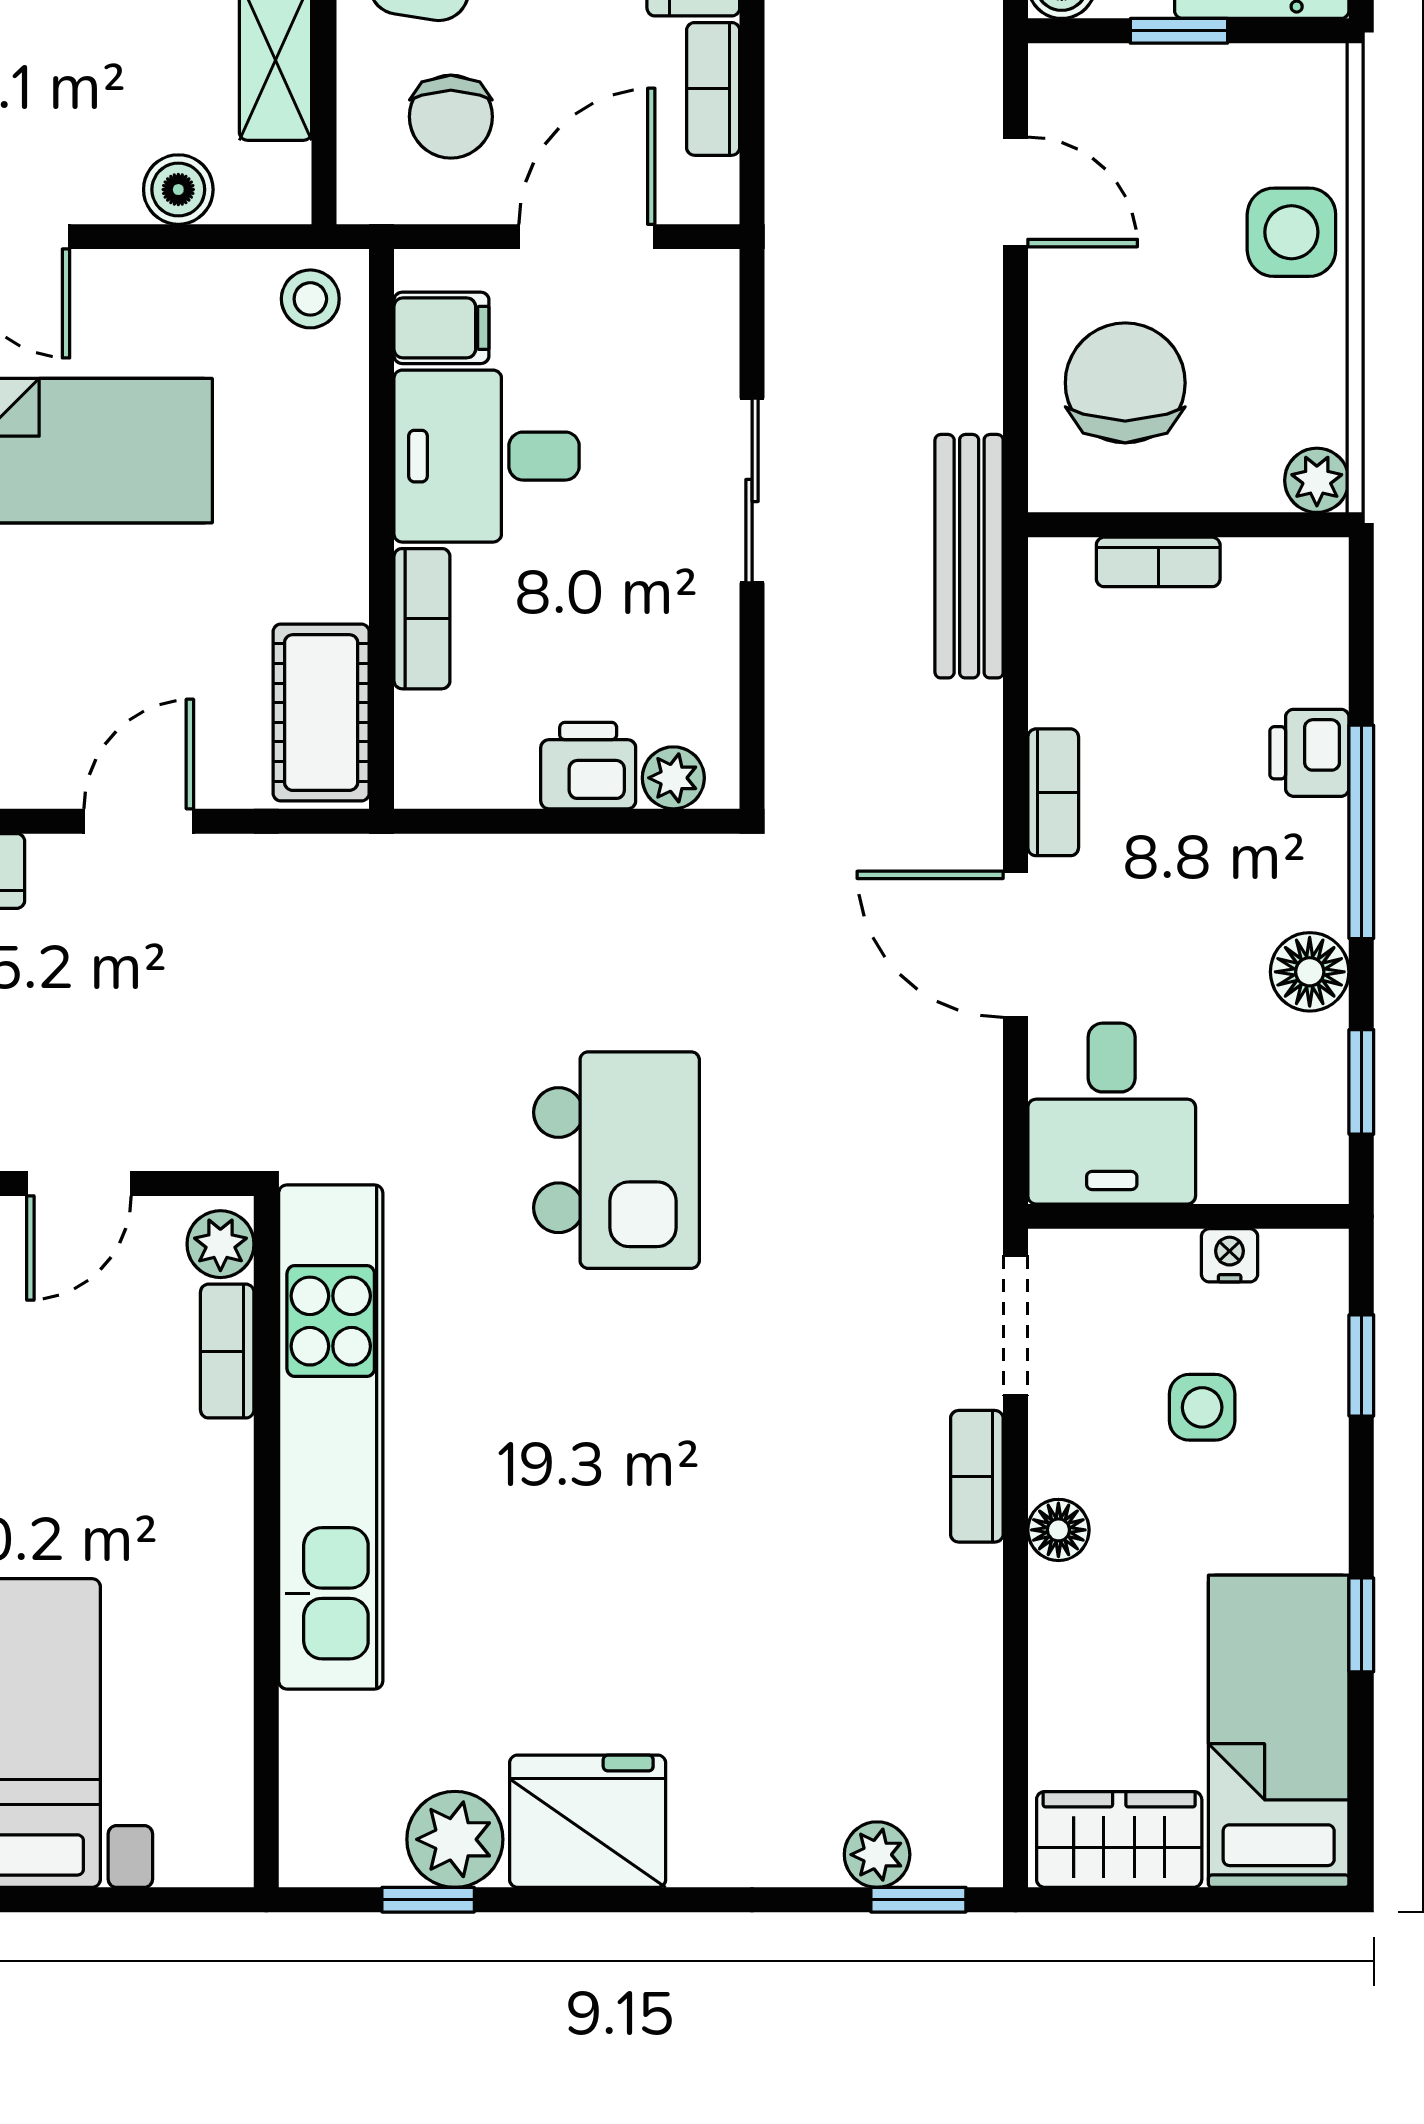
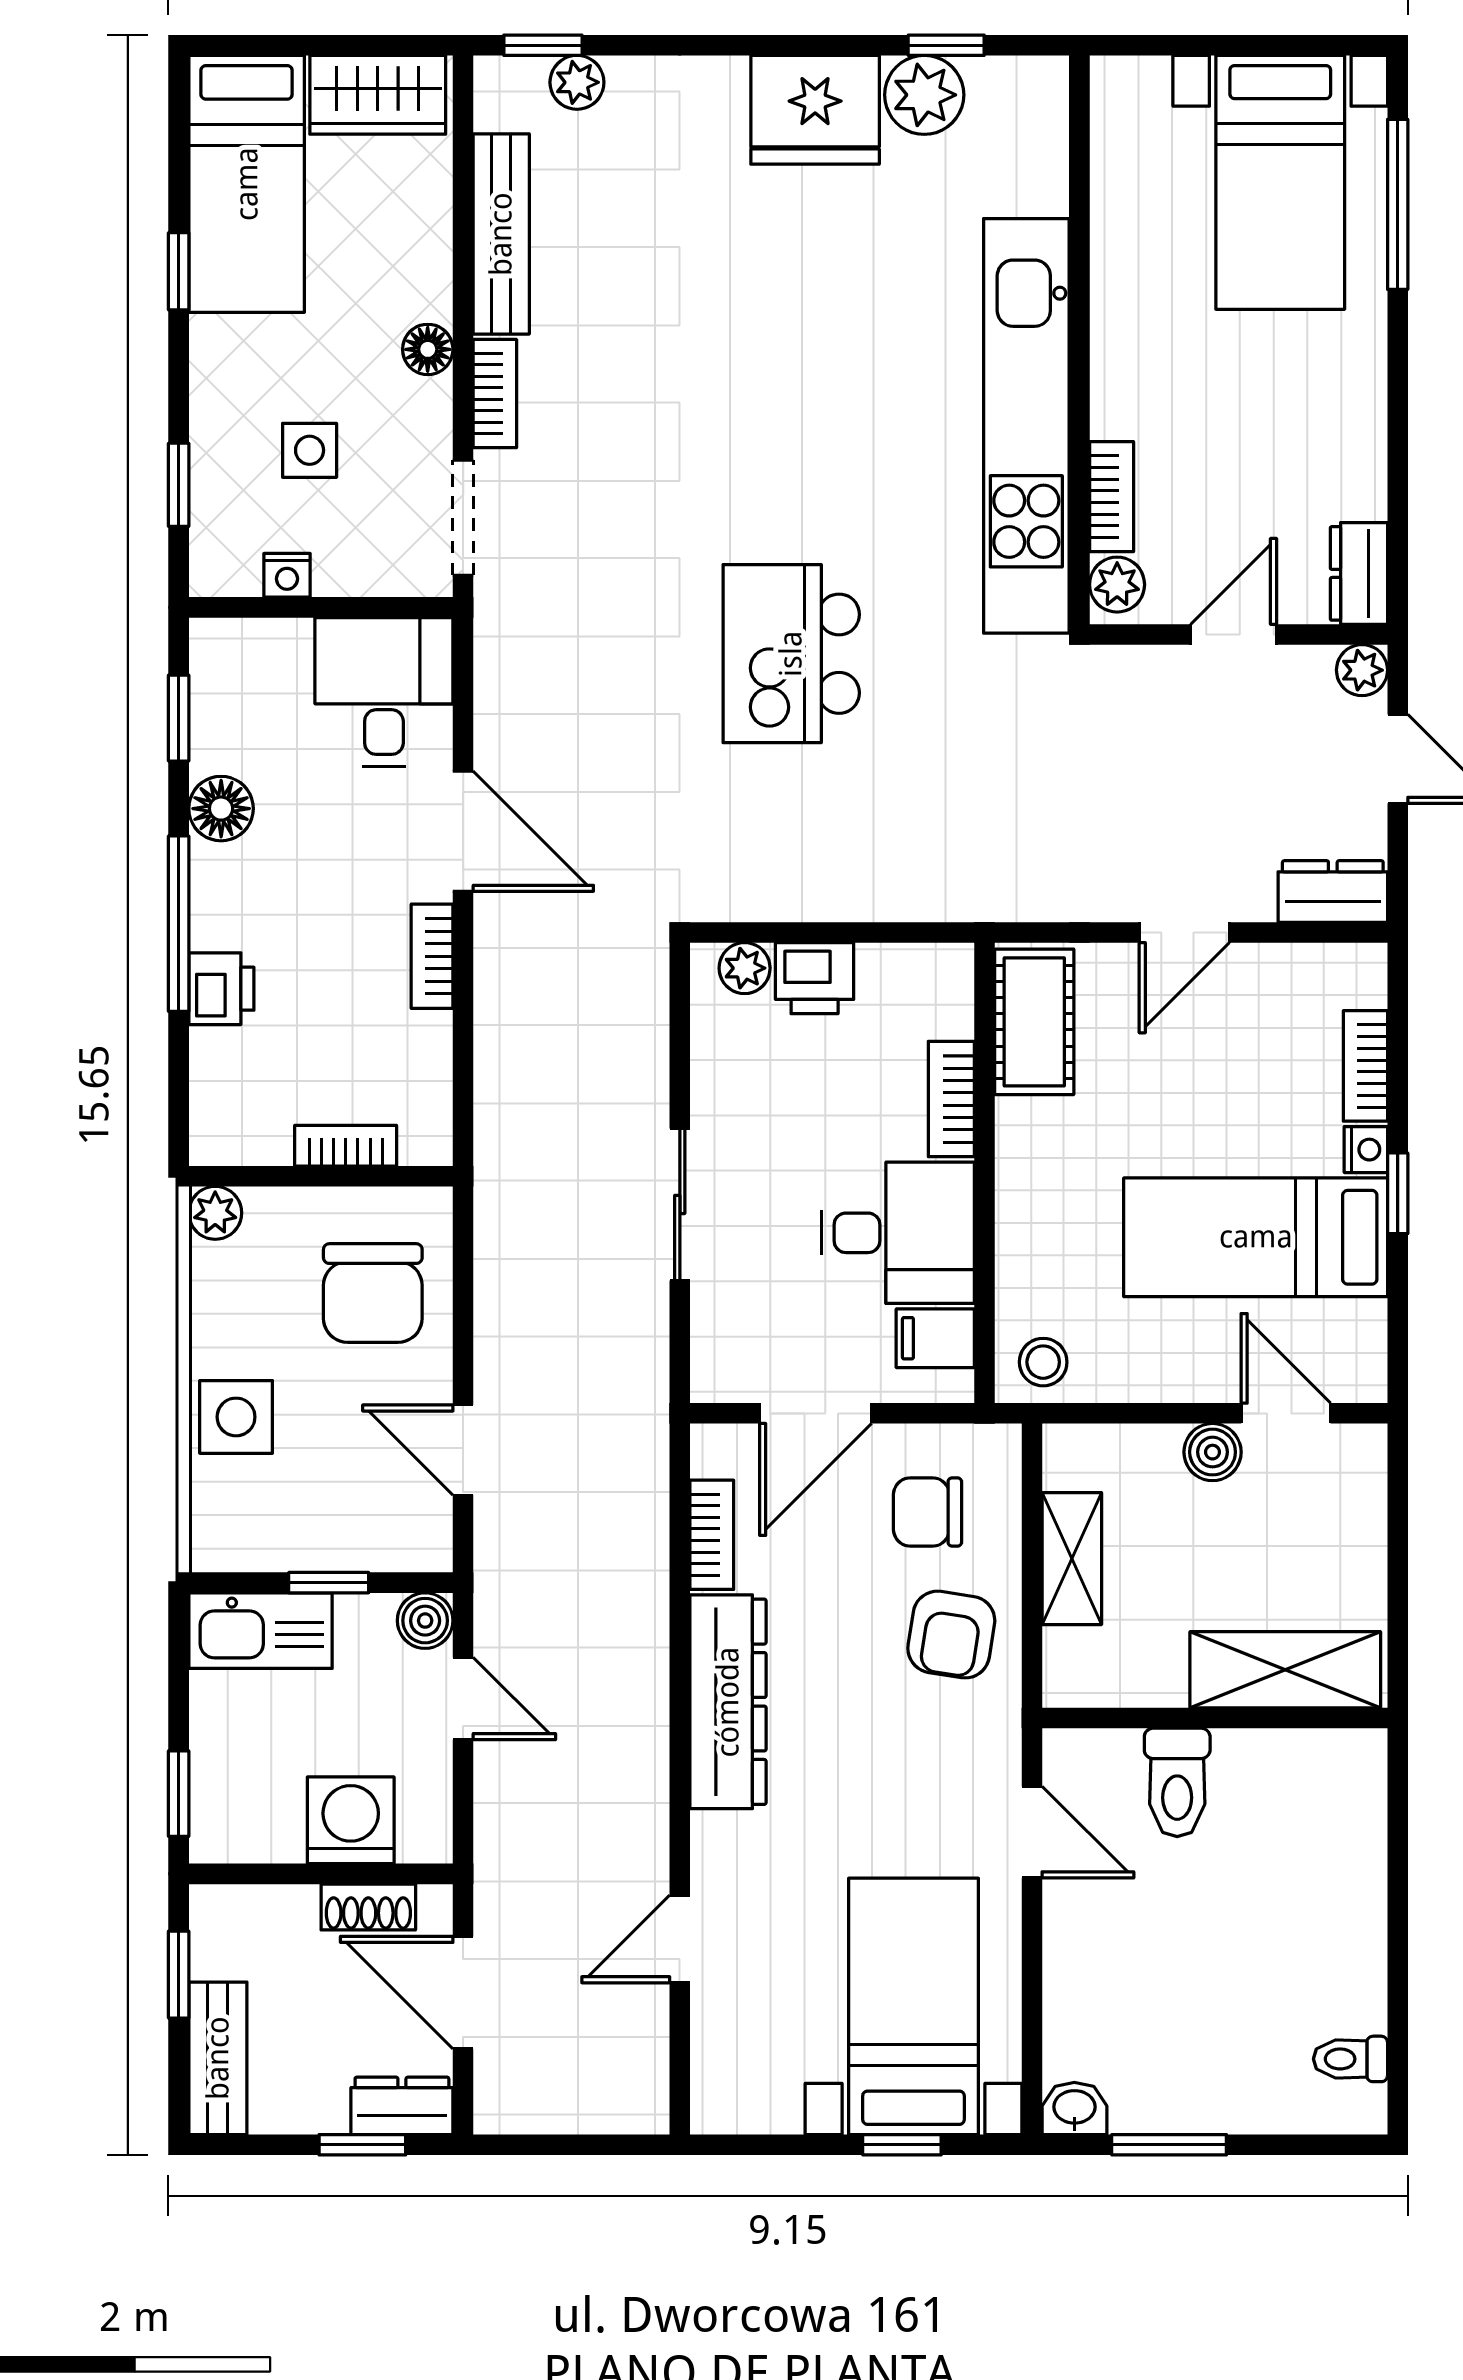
chair: (451, 117) -> (928, 1512), turned -90
boiler: (178, 190) -> (1213, 1452), moved
bench: (969, 556) -> (501, 234), moved

